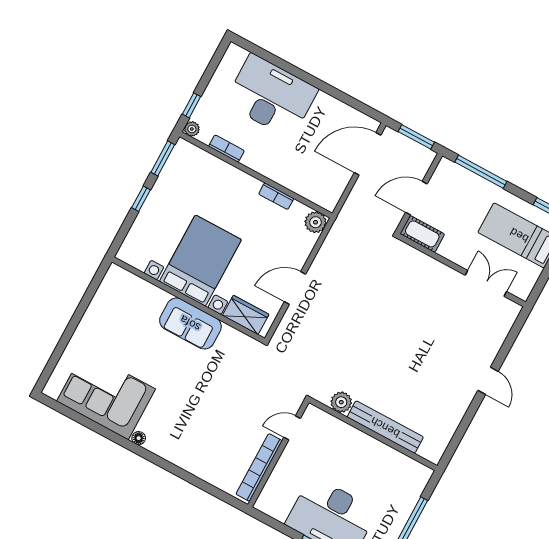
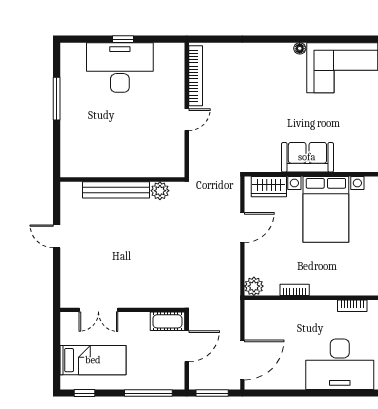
plant: (341, 402) -> (160, 191), moved
bench: (385, 427) -> (116, 190), moved
wall: (373, 434) -> (122, 180), moved

